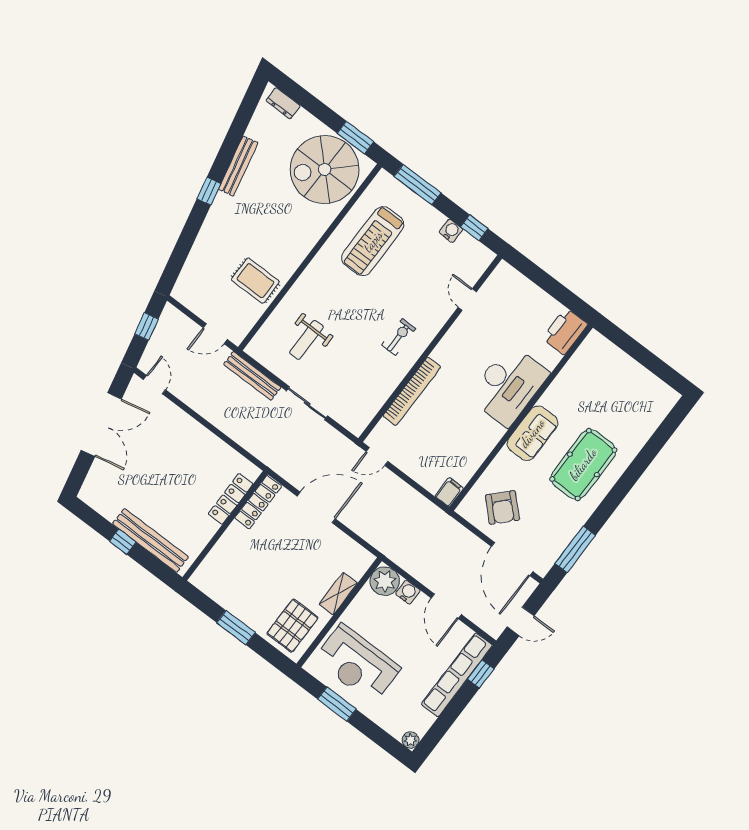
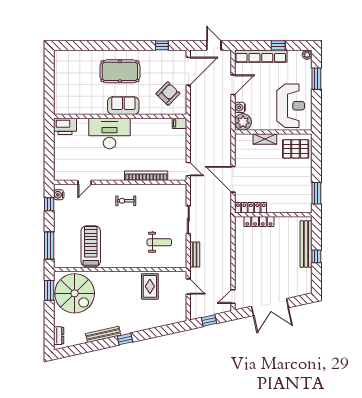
water cooler: (451, 231) -> (59, 195), moved
treadmill: (373, 241) -> (91, 246), turned -90
bench: (252, 376) -> (195, 255), width x0.73
double door: (101, 425) -> (270, 307), swing flipped
window: (575, 549) -> (162, 45), width x0.46
window: (236, 628) -> (316, 193), moved
window: (481, 674) -> (278, 45), moved
window: (337, 704) -> (316, 79), moved

